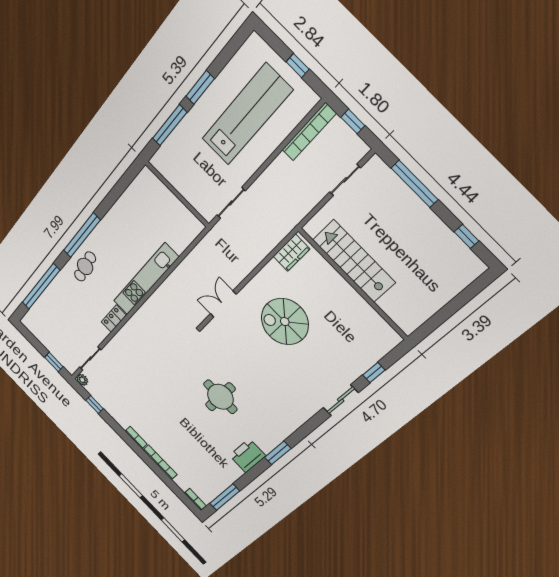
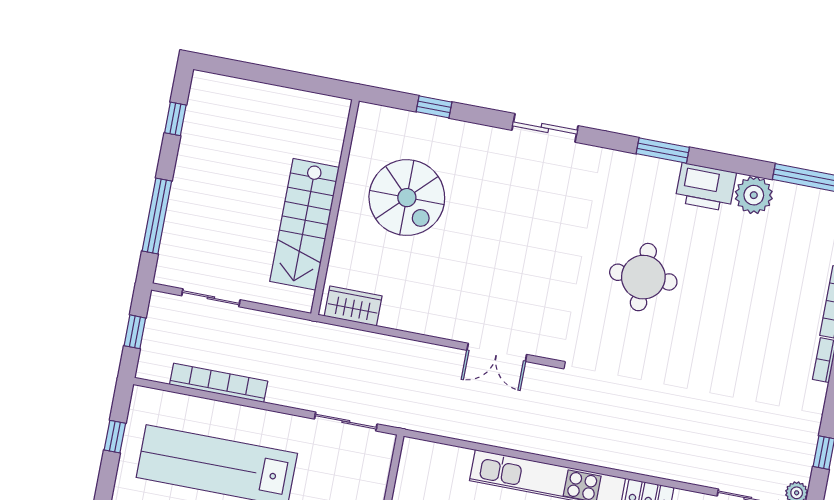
bookcase: (309, 132) -> (219, 383), moved
spiral stairs: (285, 322) -> (407, 198), moved
sliding door: (341, 400) -> (545, 128), moved
plant: (230, 471) -> (754, 195), added

